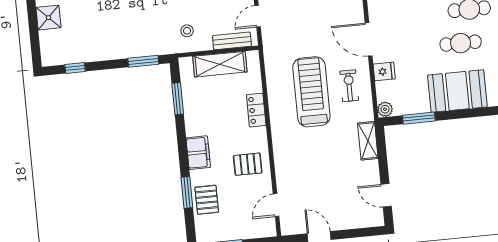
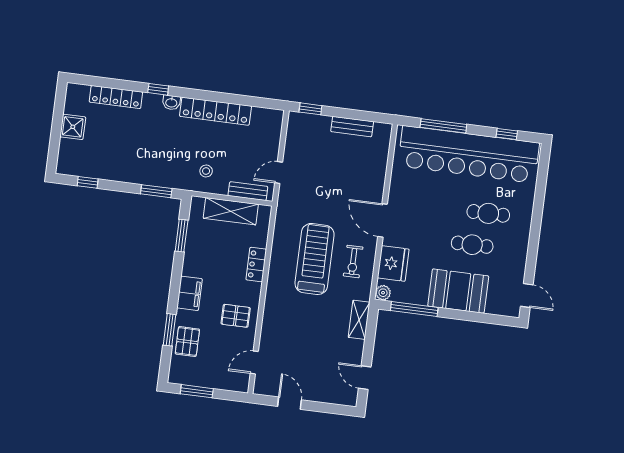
fridge: (384, 71) -> (393, 263), width x1.88, depth x1.34
exercise bike: (349, 86) -> (353, 261), turned 180
window: (419, 118) -> (414, 309), width x1.44

